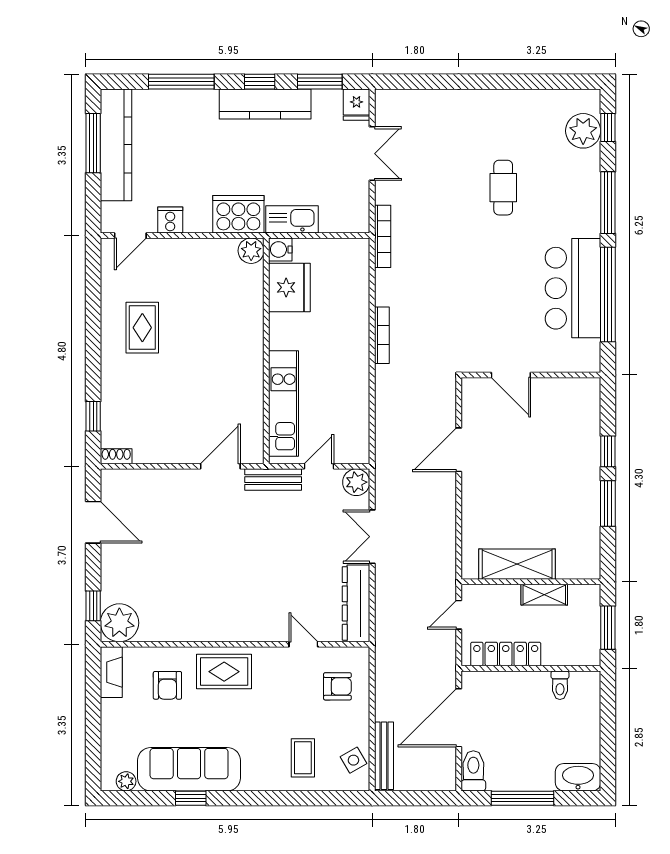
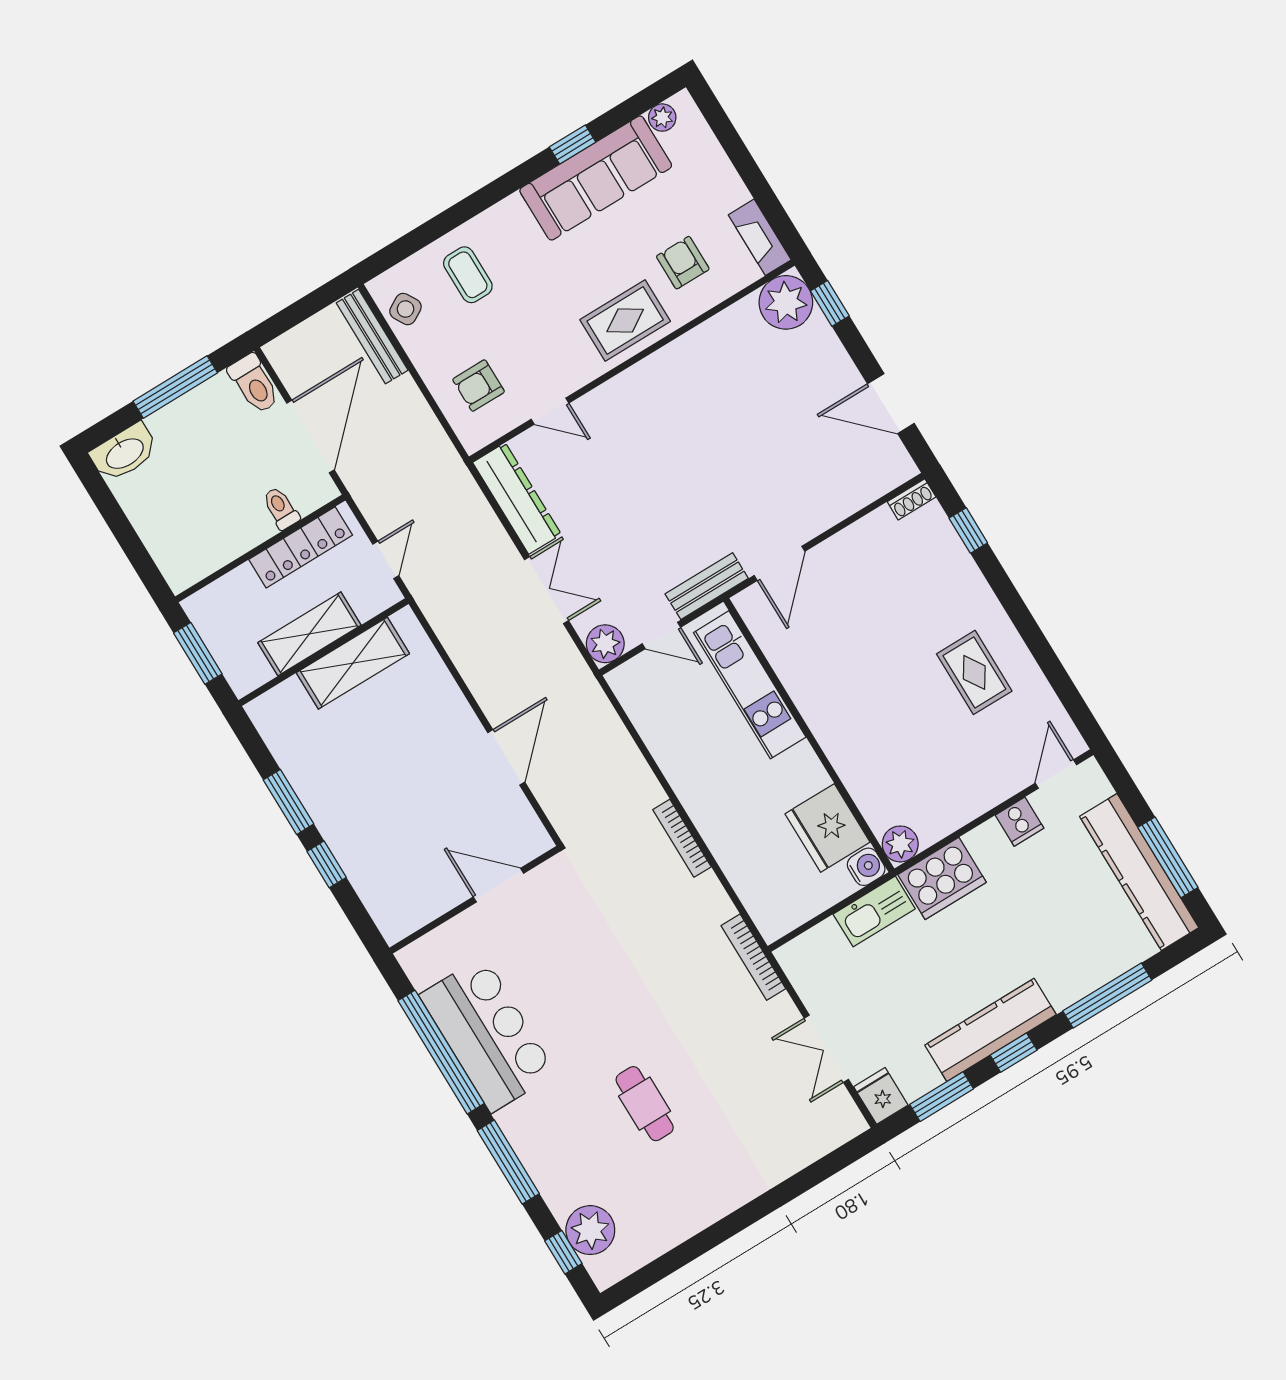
door: (319, 466) -> (661, 635), hinge flipped
shelving: (544, 595) -> (309, 634), width x1.50, depth x1.33
toilet: (560, 685) -> (281, 508), moved

